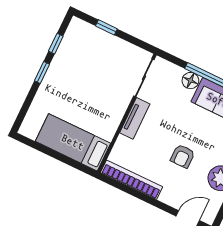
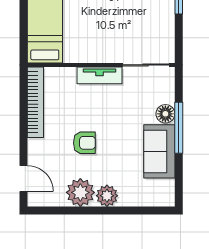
armchair: (183, 156) -> (84, 143), turned 180

